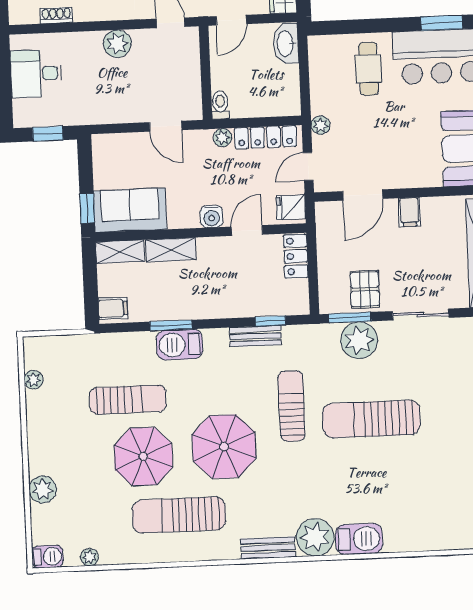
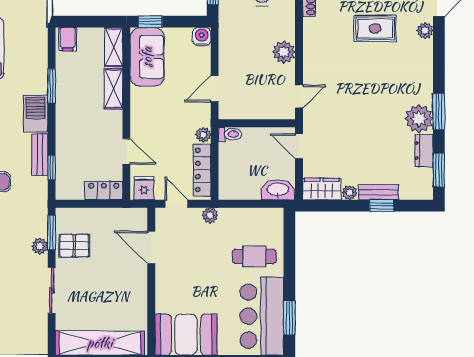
filing cabinet: (409, 212) -> (136, 285), removed
water cooler: (212, 216) -> (202, 37), moved, turned 90
plant: (359, 340) -> (40, 246), width x0.53, depth x0.53
barbecue: (180, 345) -> (36, 113), moved

